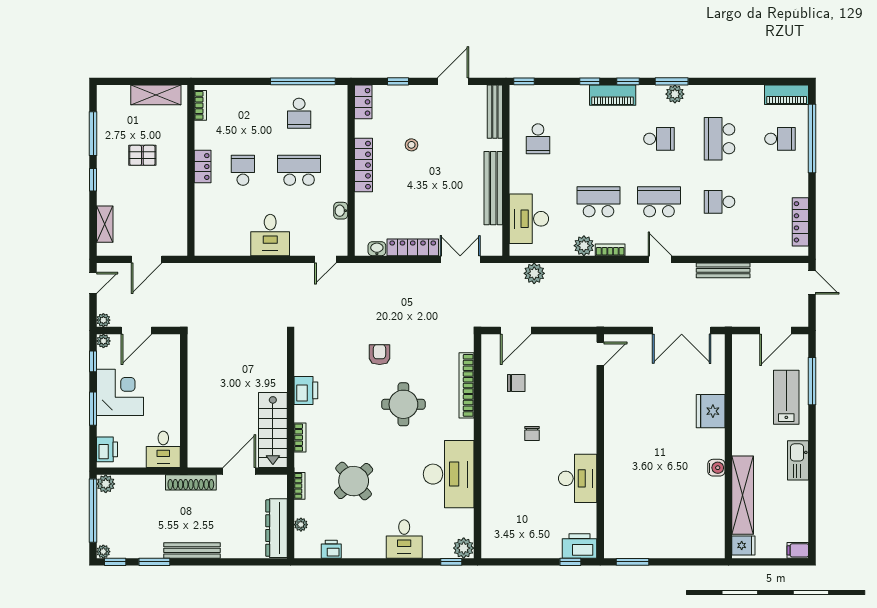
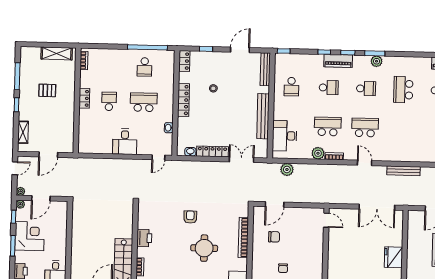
school desk: (720, 202) -> (329, 88), moved, turned 180
door: (600, 354) -> (326, 220), hinge flipped

